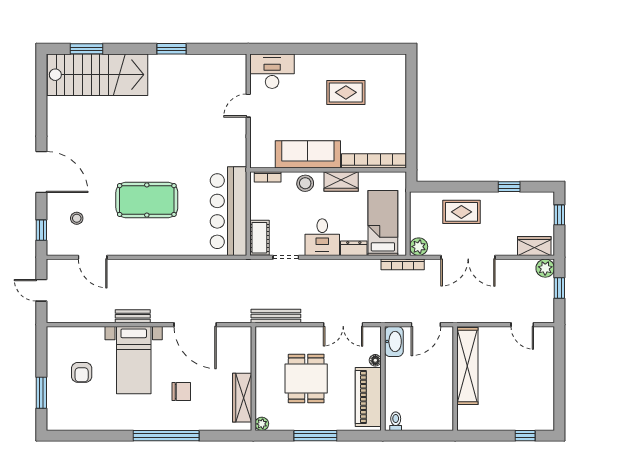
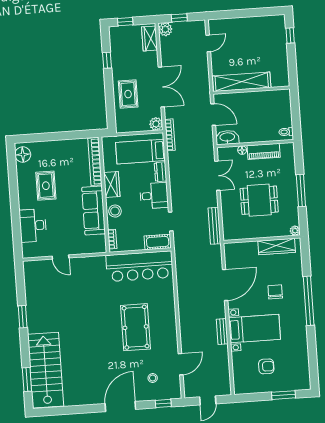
floor lamp: (390, 64) -> (23, 155), added
desk: (272, 71) -> (33, 225), moved
piano: (368, 397) -> (264, 151), width x0.73, depth x0.75

